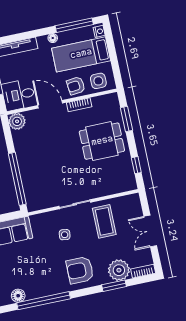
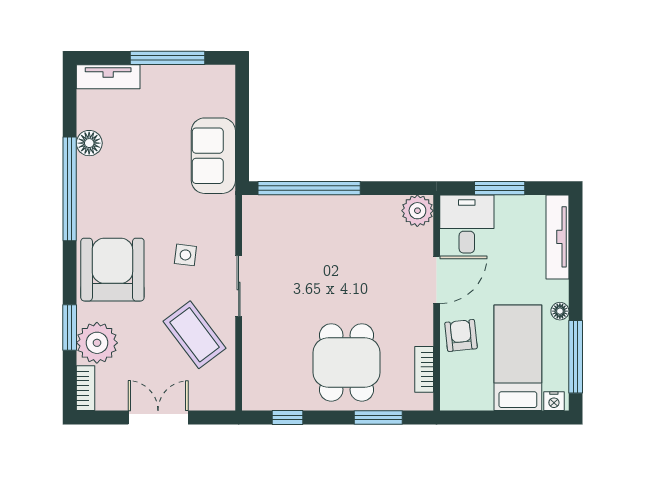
side table: (98, 81) -> (461, 380), removed
bookcase: (79, 105) -> (424, 369), moved
coffee table: (104, 221) -> (195, 335), turned 53
armchair: (80, 270) -> (112, 270), width x1.36, depth x1.36

